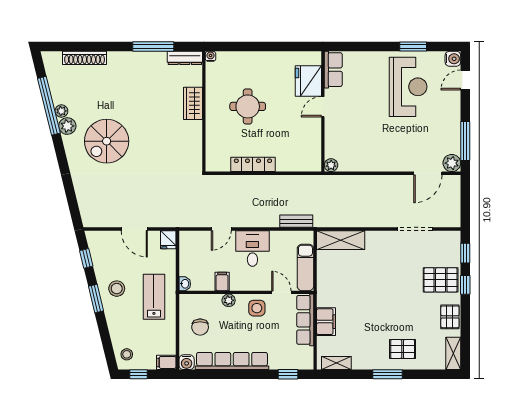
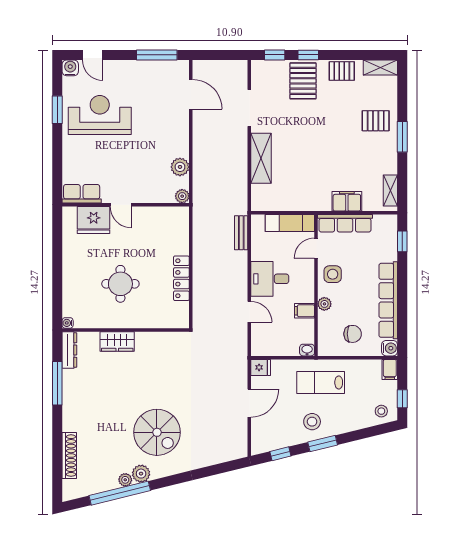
plant: (452, 163) -> (180, 167), moved
shelving: (341, 240) -> (261, 158), moved
pallet: (403, 349) -> (376, 121), turned 90

